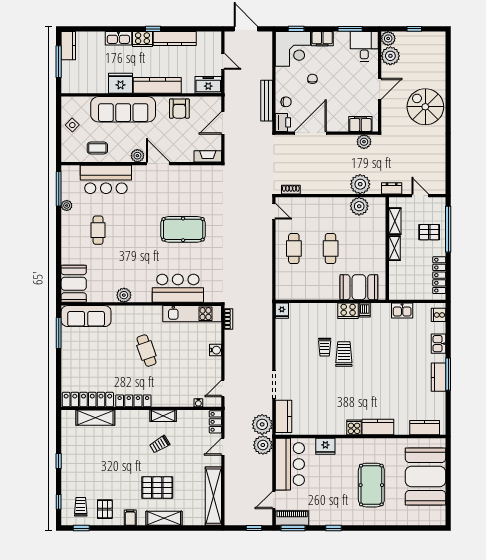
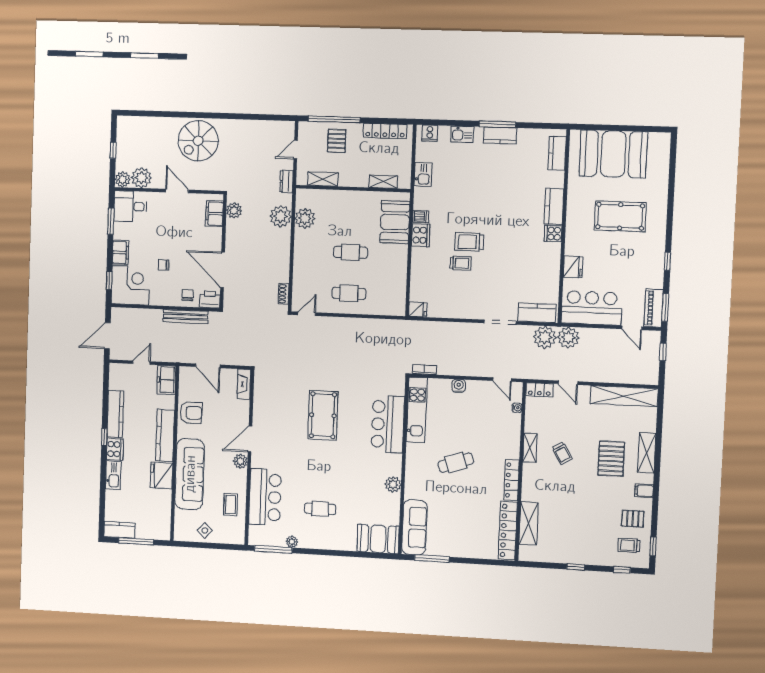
shelving: (394, 248) -> (383, 182), moved

